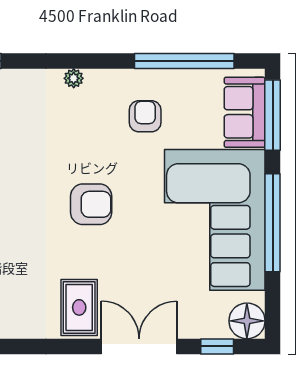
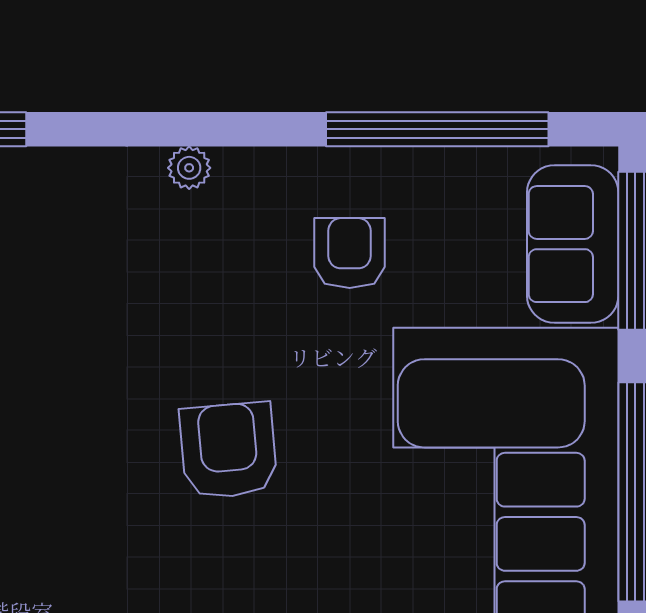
armchair: (91, 204) -> (228, 450), turned -95

